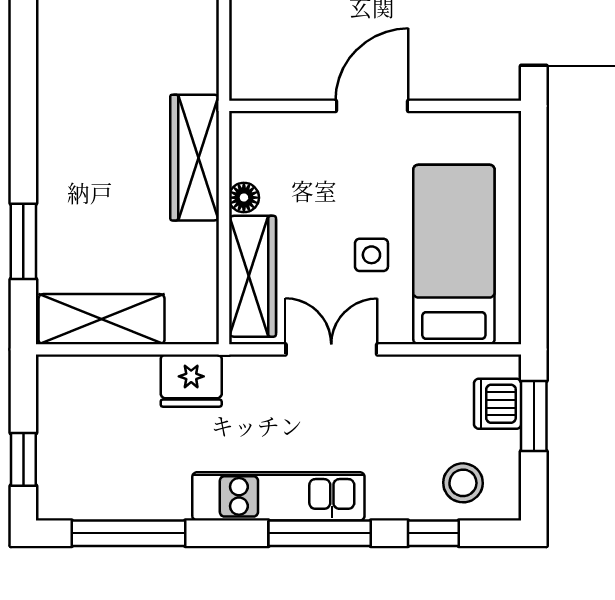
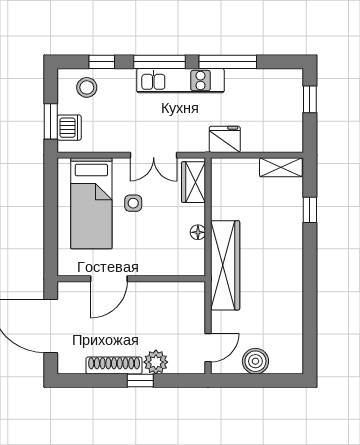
door: (372, 106) -> (109, 279), moved
wardrobe: (195, 158) -> (225, 265), width x1.40, depth x1.17
window: (23, 241) -> (310, 210), width x0.67
wardrobe: (252, 276) -> (194, 182), width x0.67
shelving: (102, 319) -> (281, 167), width x0.67, depth x0.75
window: (128, 533) -> (228, 62), moved

